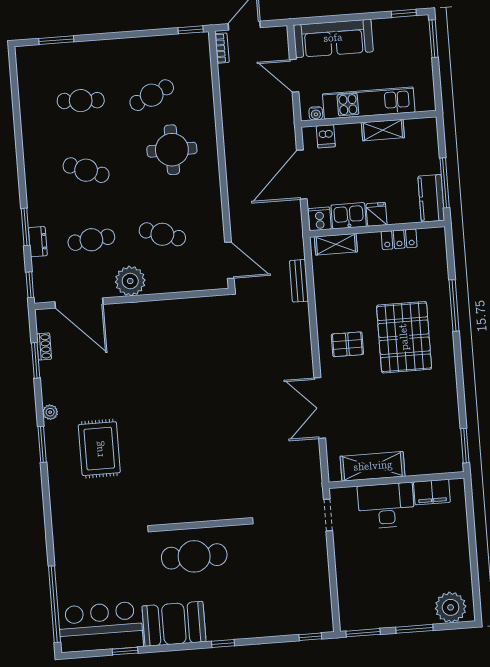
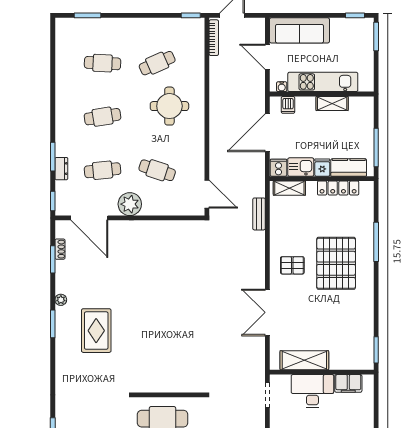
bookcase: (222, 48) -> (214, 38), width x1.56
cafe table: (86, 170) -> (103, 117), turned -30
kitchen counter: (431, 198) -> (349, 167), moved, turned 90
locker: (399, 239) -> (338, 188), width x1.53

